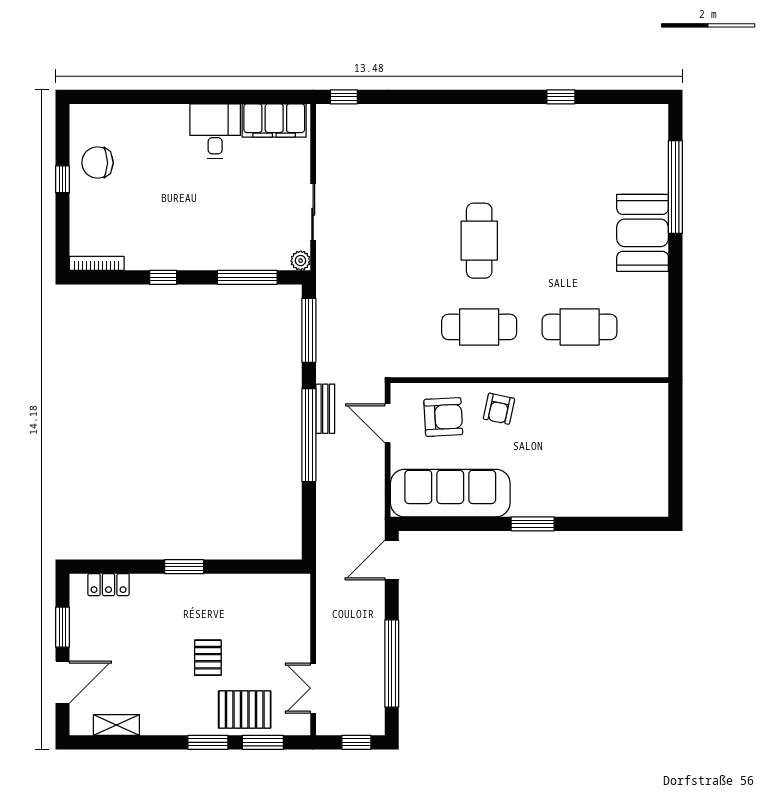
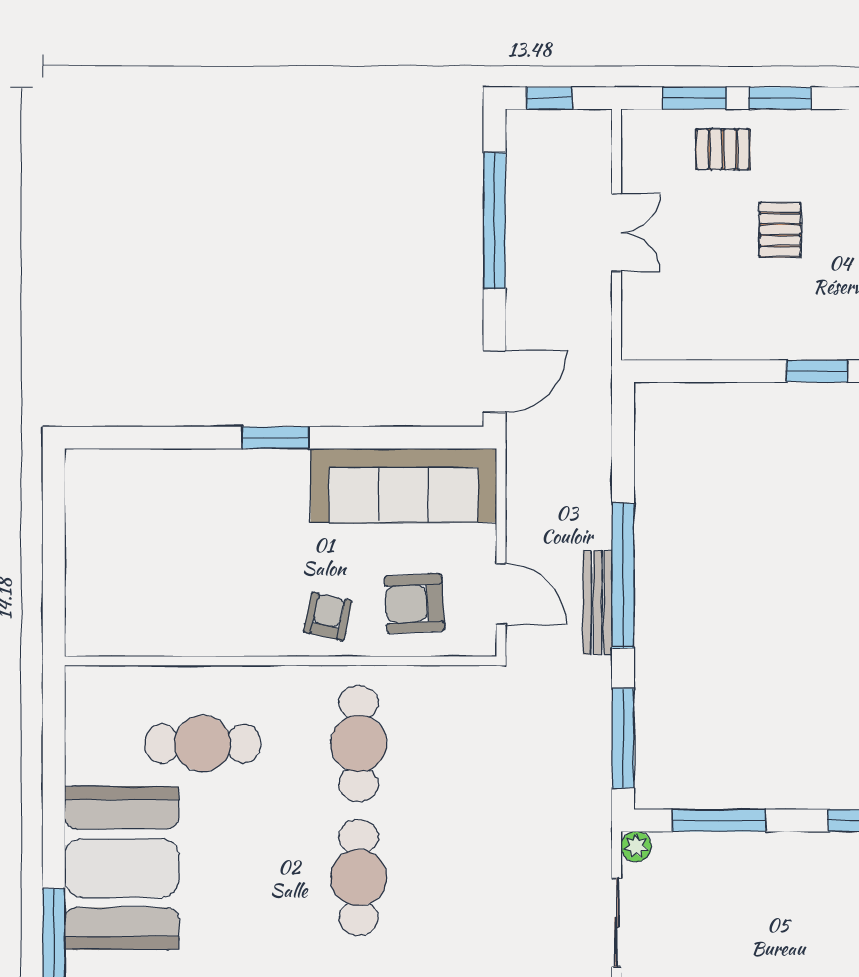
booth: (643, 233) -> (122, 868), width x1.36, depth x1.42
cafe table: (479, 327) -> (359, 744), turned 90
bench: (325, 409) -> (598, 603), width x1.36
double door: (313, 688) -> (616, 233), moved
pallet: (245, 709) -> (723, 149), width x0.67, depth x0.71

